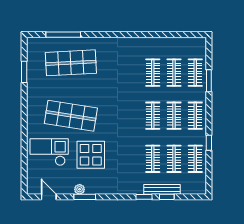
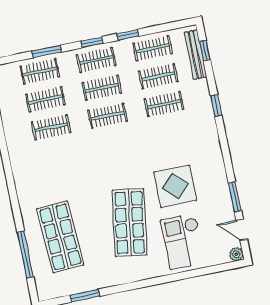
window: (209, 115) -> (92, 42), added
plant: (80, 189) -> (236, 254), moved
bench: (162, 189) -> (195, 55), moved
door: (49, 197) -> (242, 230), hinge flipped
window: (85, 197) -> (235, 197), moved
window: (167, 197) -> (205, 51), moved

